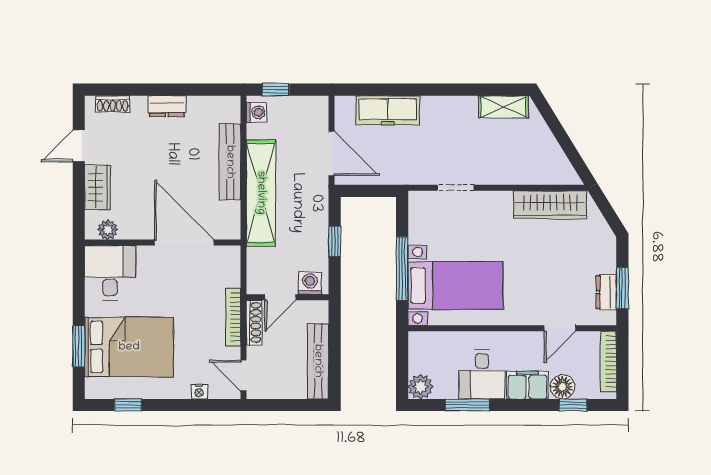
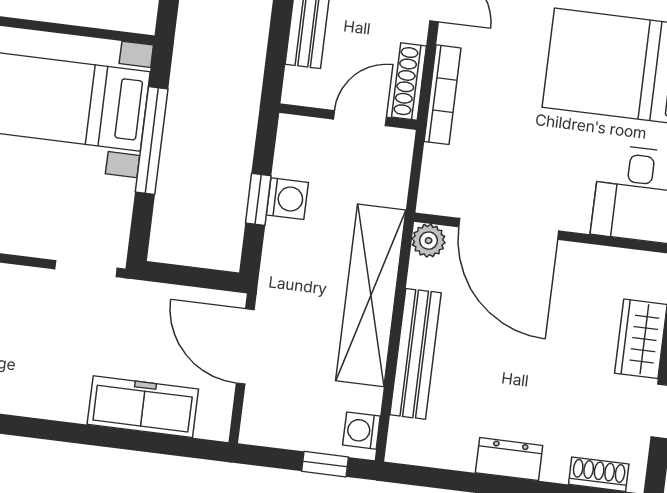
doorway: (455, 188) -> (86, 269), moved
plant: (108, 230) -> (429, 241), moved
washing machine: (310, 283) -> (287, 199), moved, turned -90

